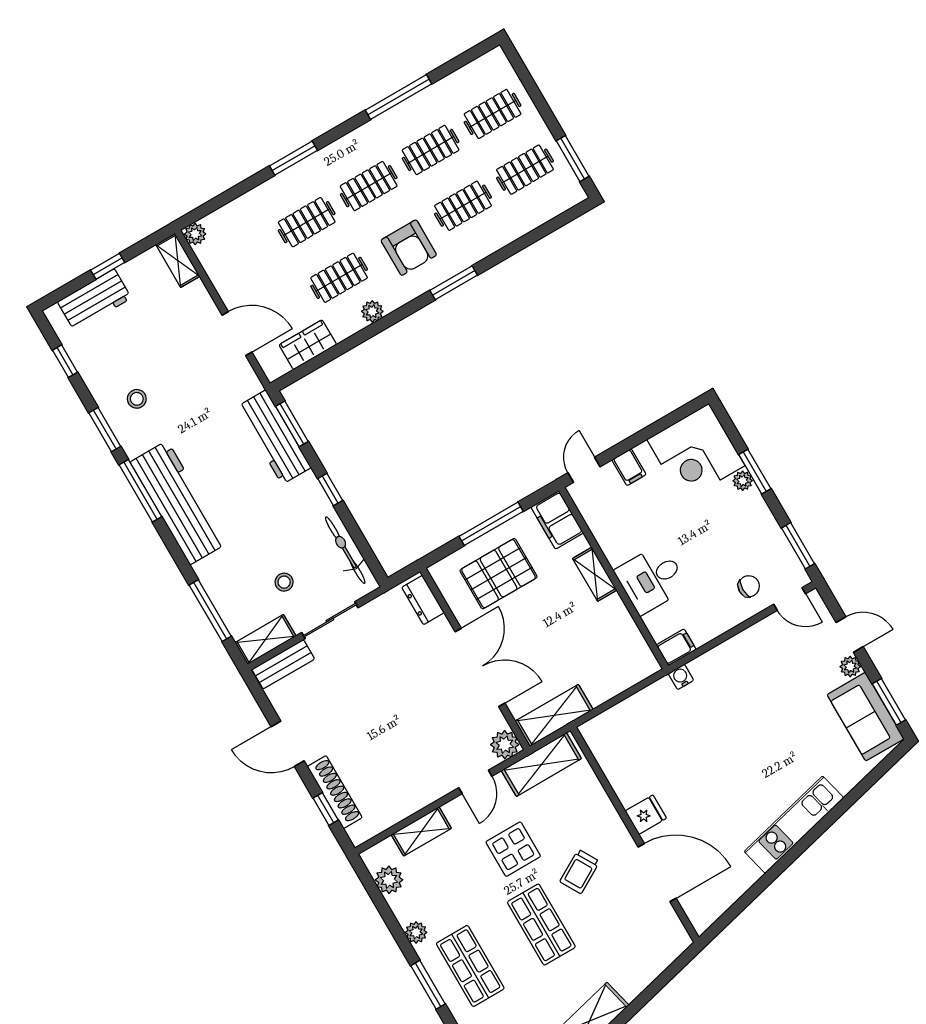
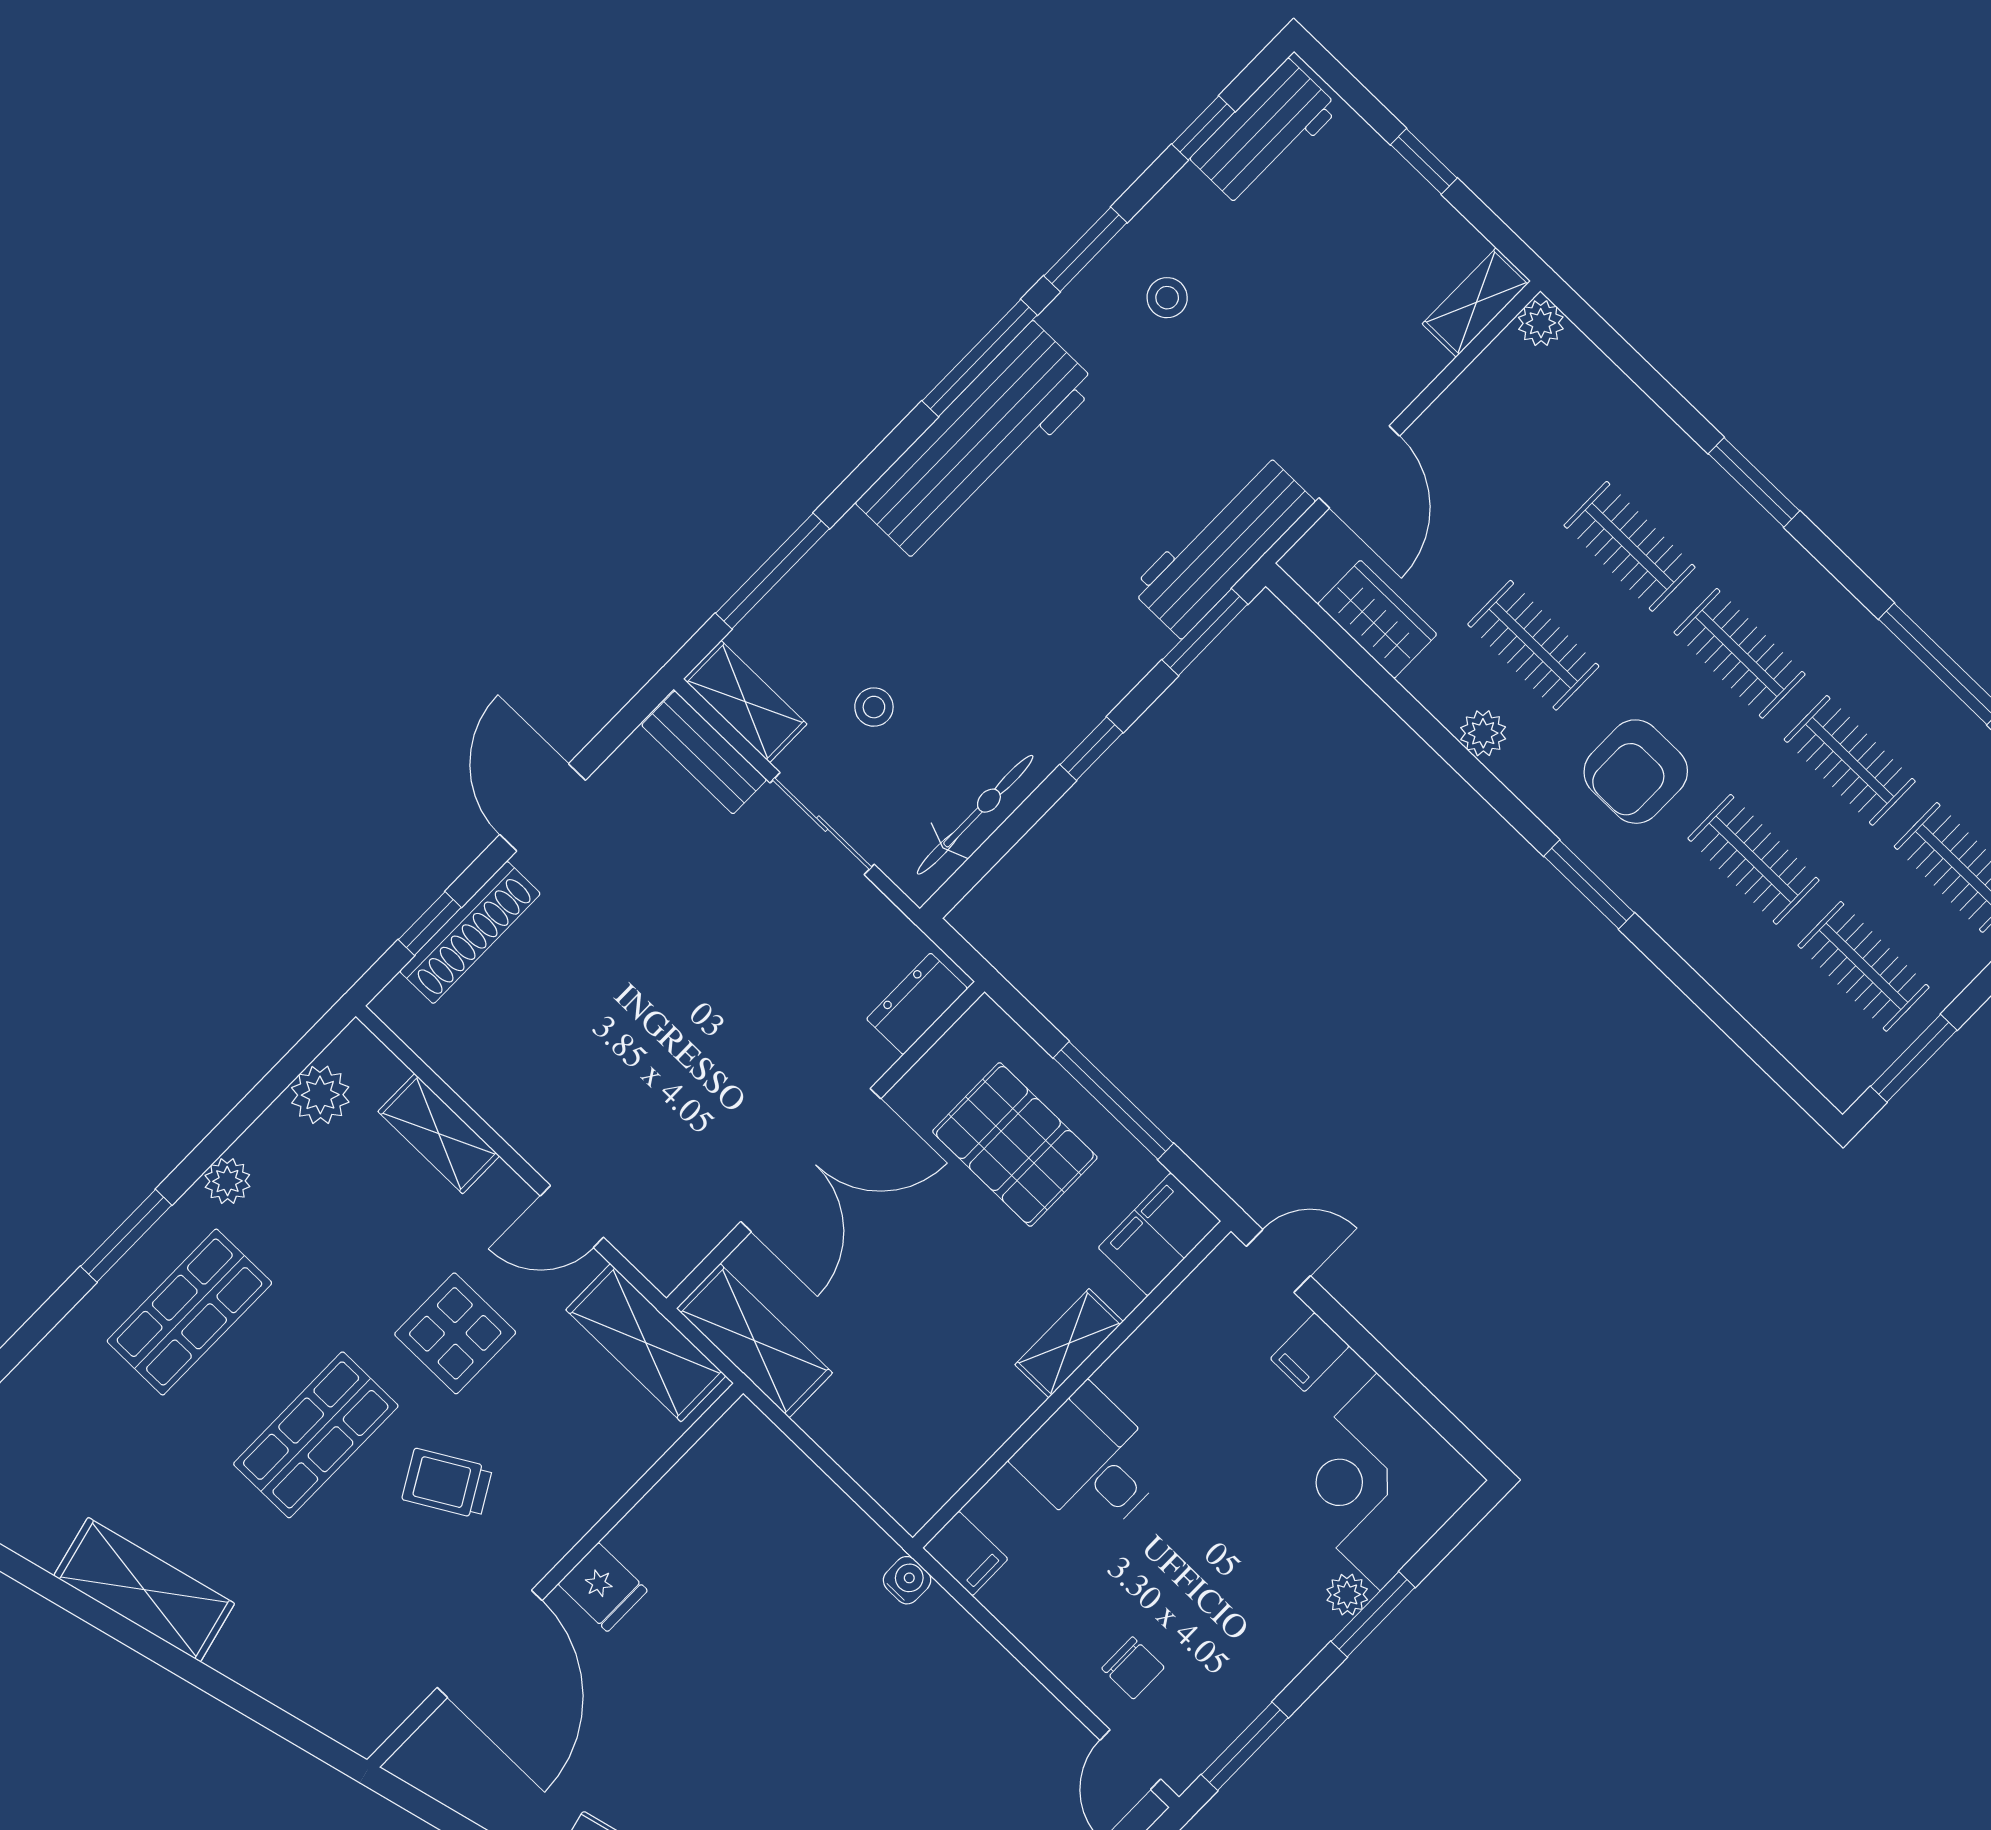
workbench: (94, 300) -> (1265, 133), moved, turned -90
workbench: (274, 437) -> (1223, 545), moved
plant: (505, 745) -> (666, 1256), removed

